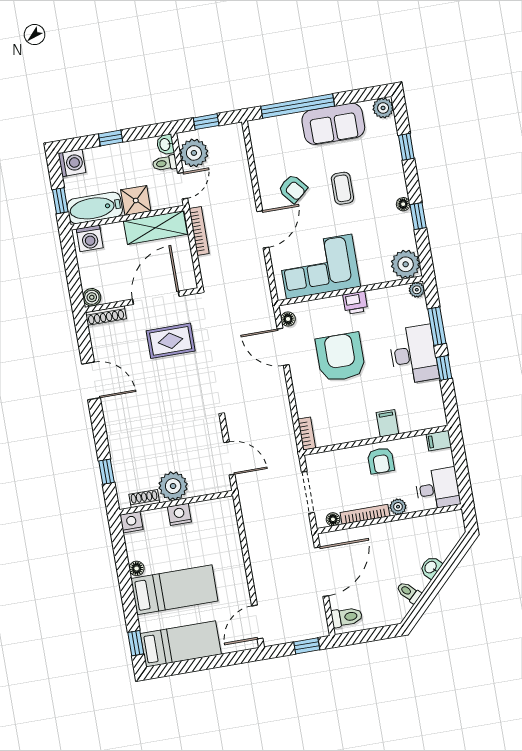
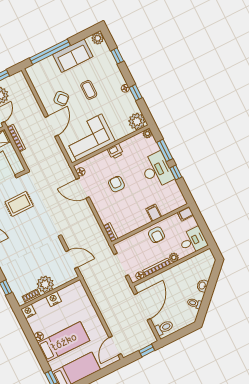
armchair: (341, 357) -> (116, 184), width x0.53, depth x0.53

